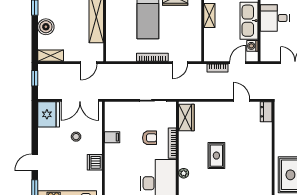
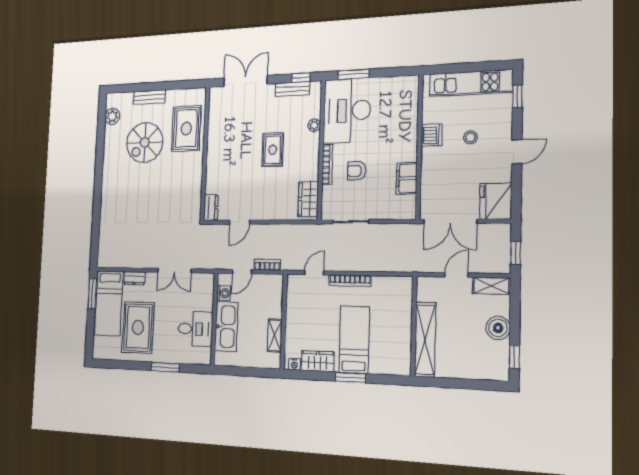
door: (89, 63) -> (456, 275), moved
double door: (80, 100) -> (450, 221), swing flipped
door: (241, 100) -> (240, 222), hinge flipped
stool: (76, 137) -> (470, 137), moved
filing cabinet: (112, 137) -> (407, 178), width x2.00
door: (35, 162) -> (517, 152), moved

